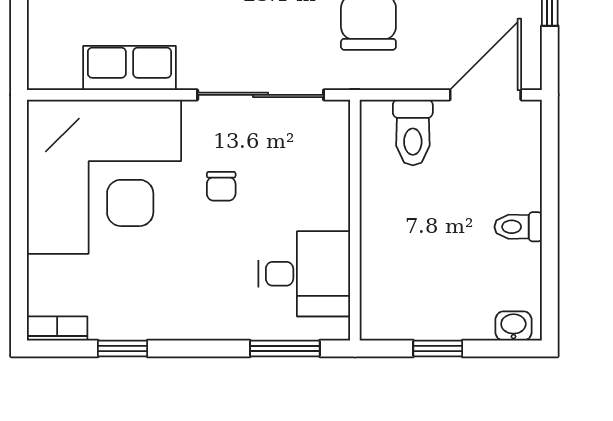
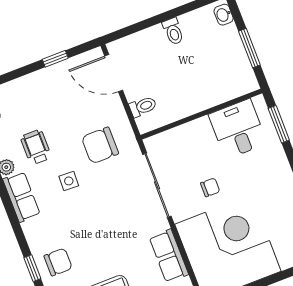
toilet: (413, 132) -> (143, 107), width x0.73, depth x0.72
window: (438, 348) -> (249, 48), width x1.50

